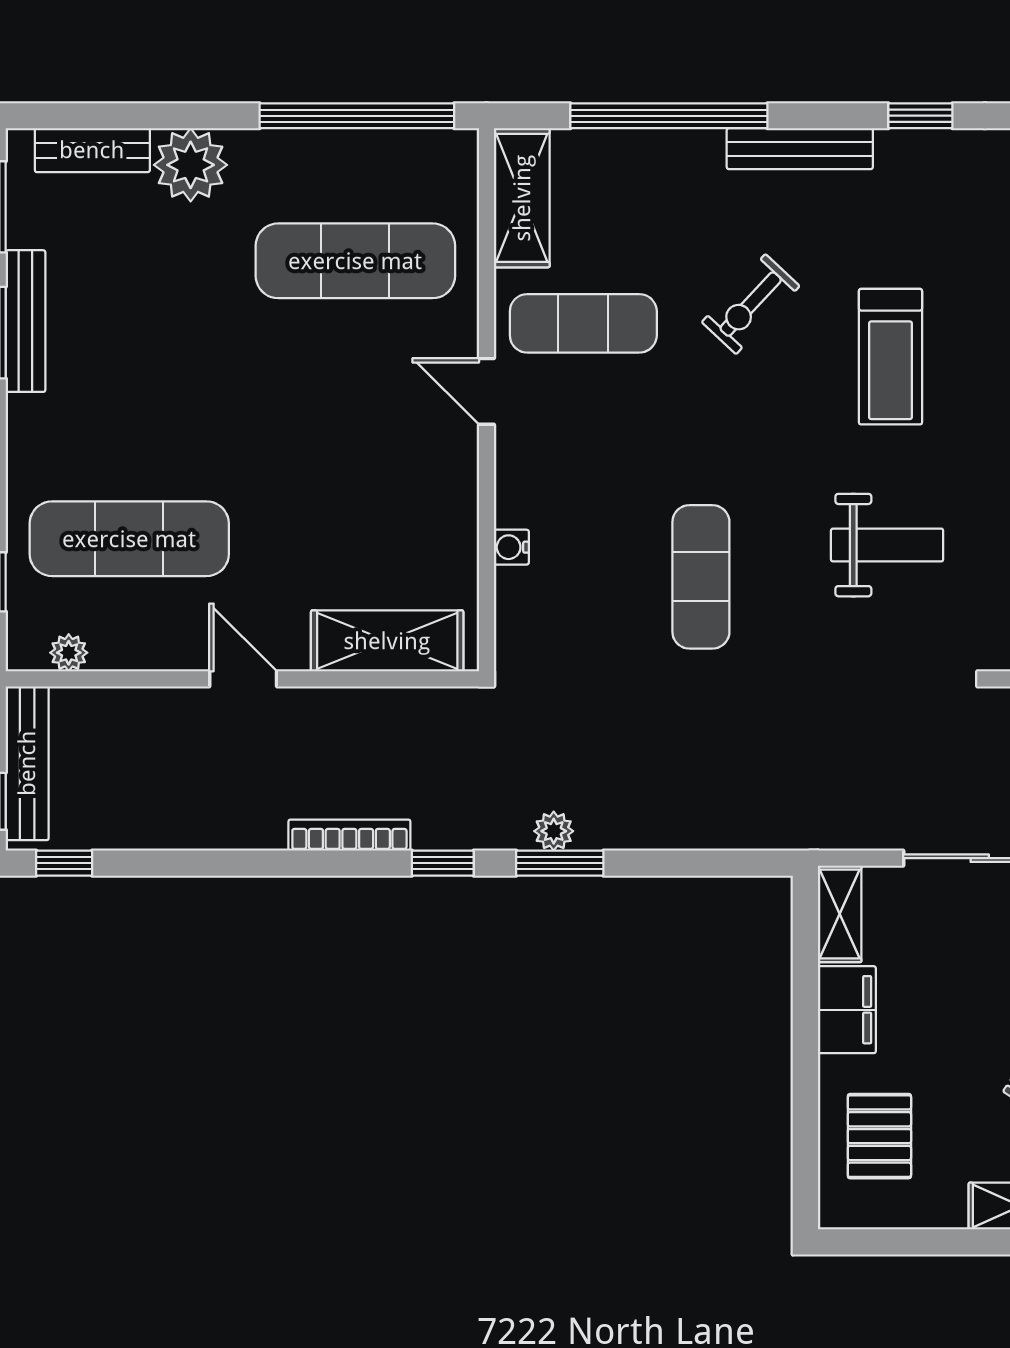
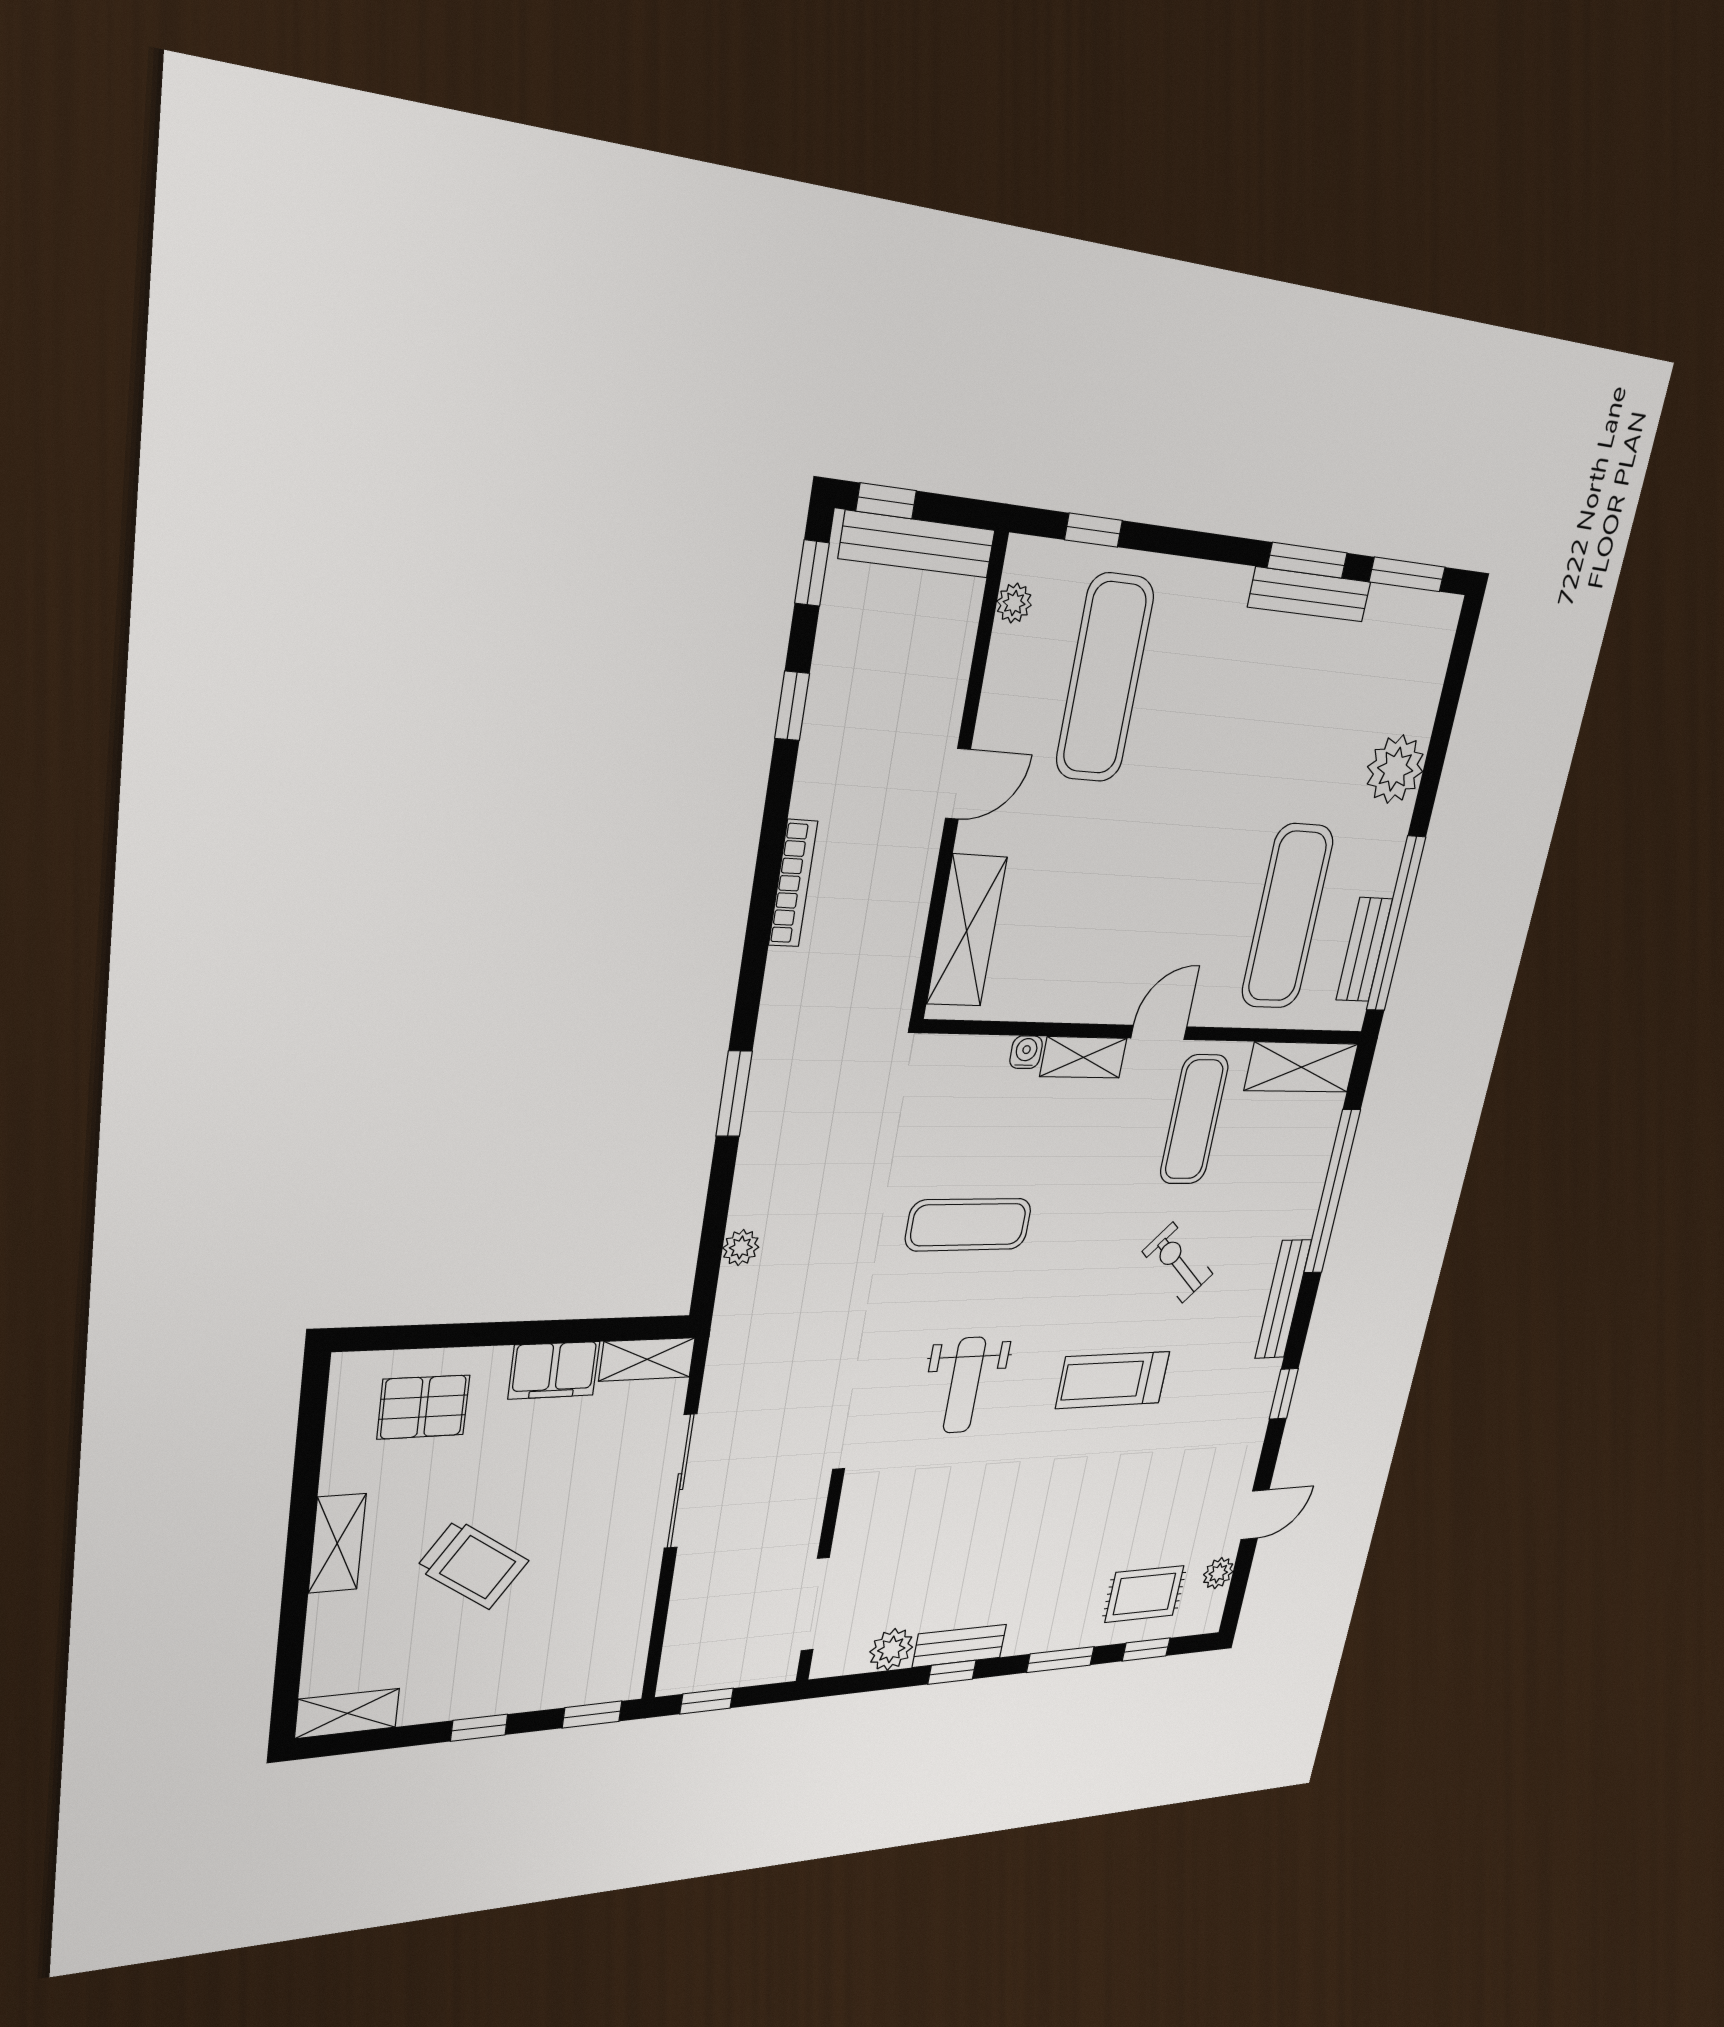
bench: (92, 150) -> (1364, 950), moved
shelving: (516, 478) -> (1084, 1057), added
plant: (554, 831) -> (741, 1248), moved
window: (443, 863) -> (792, 706), moved

